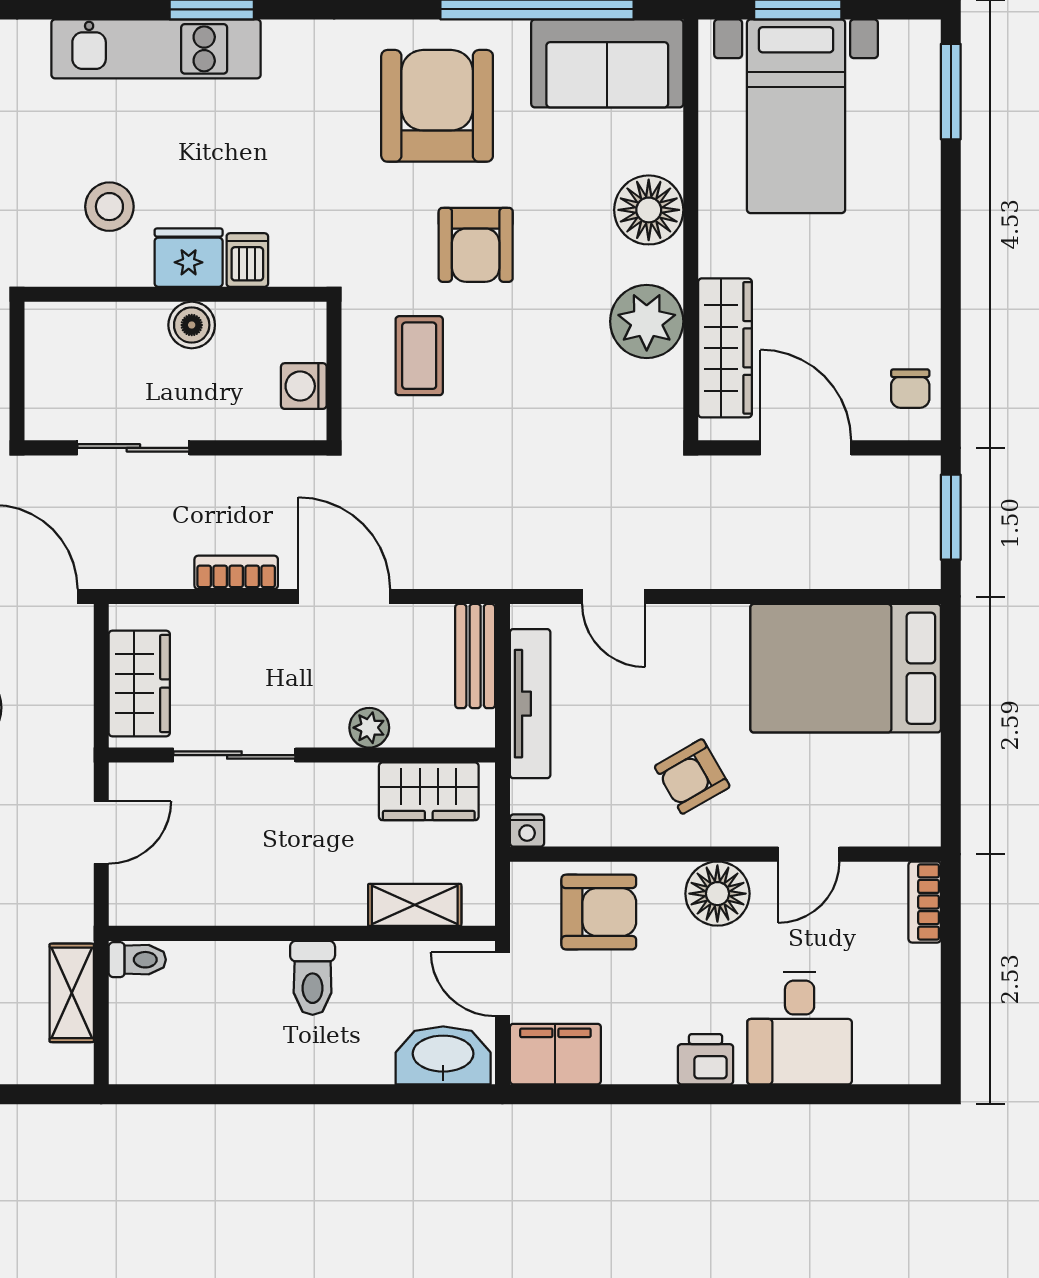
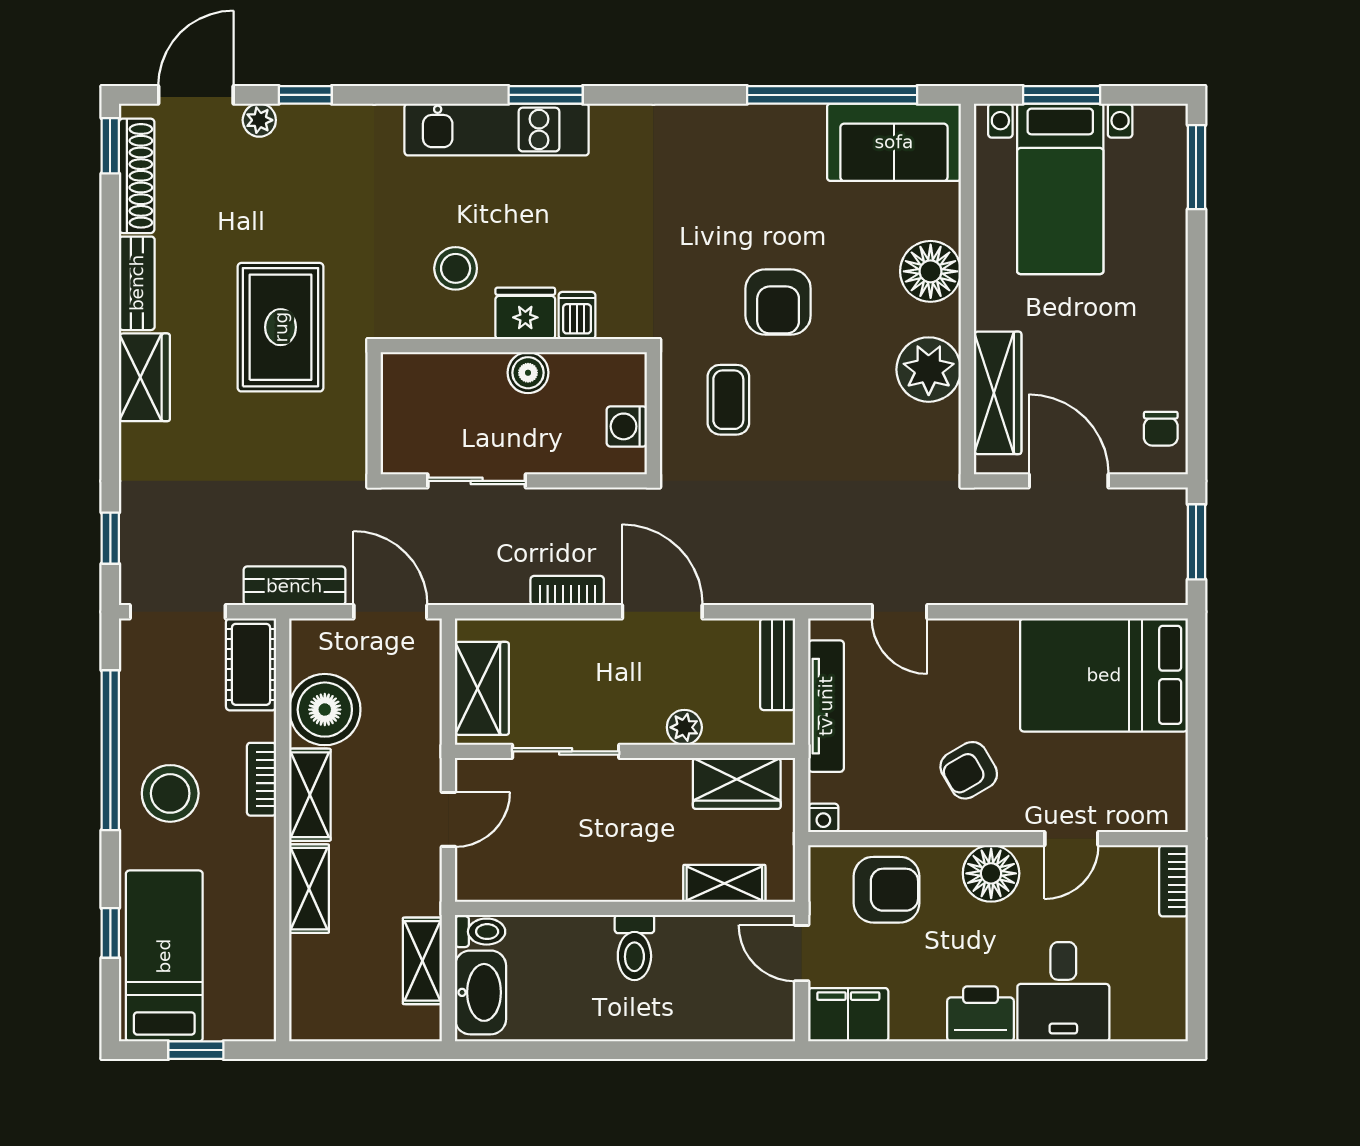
armchair: (437, 106) -> (744, 180), removed
washbasin: (443, 1055) -> (480, 992), moved, turned 90
printer: (706, 1059) -> (981, 1014), width x1.36, depth x1.24

